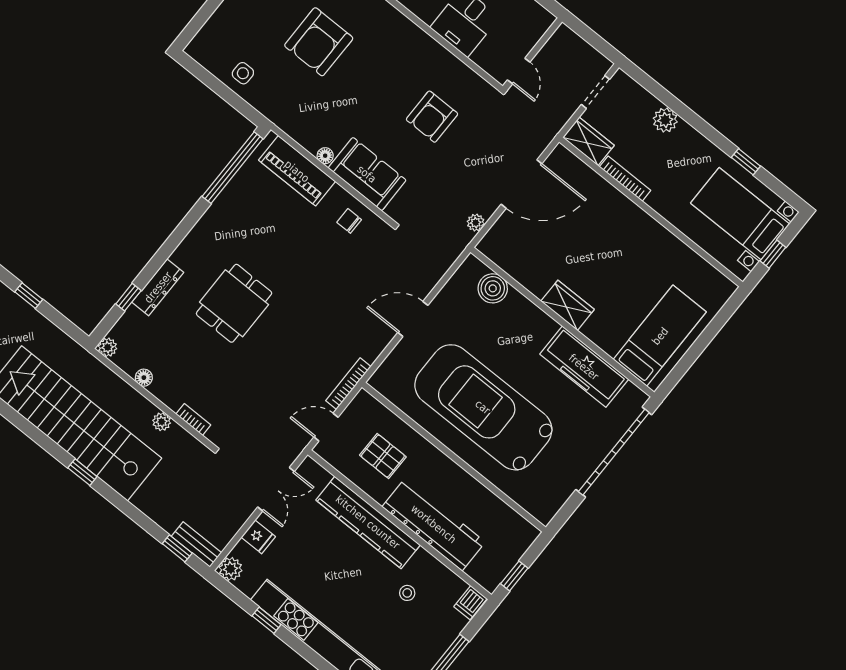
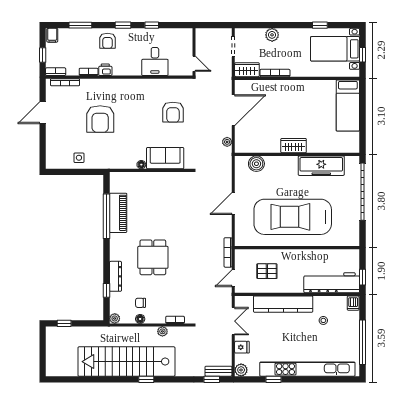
window: (233, 168) -> (106, 216), moved
piano: (297, 171) -> (118, 213), moved, turned -90
chair: (349, 221) -> (141, 303), moved
bed: (660, 336) -> (348, 105), moved, turned 180
workbench: (434, 524) -> (332, 283), moved

